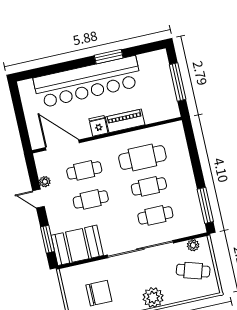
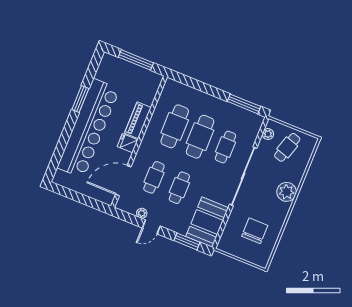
cafe table: (149, 186) -> (200, 137), width x1.37, depth x1.35

